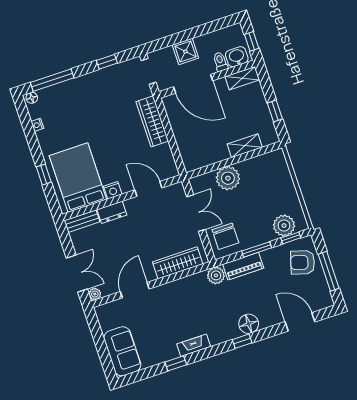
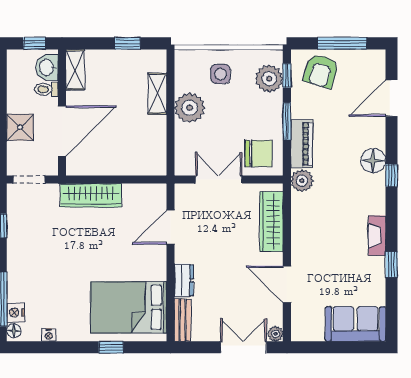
plant: (228, 178) -> (190, 108), moved
side table: (275, 188) -> (221, 74), added
nightstand: (113, 190) -> (16, 312), moved, turned 180

